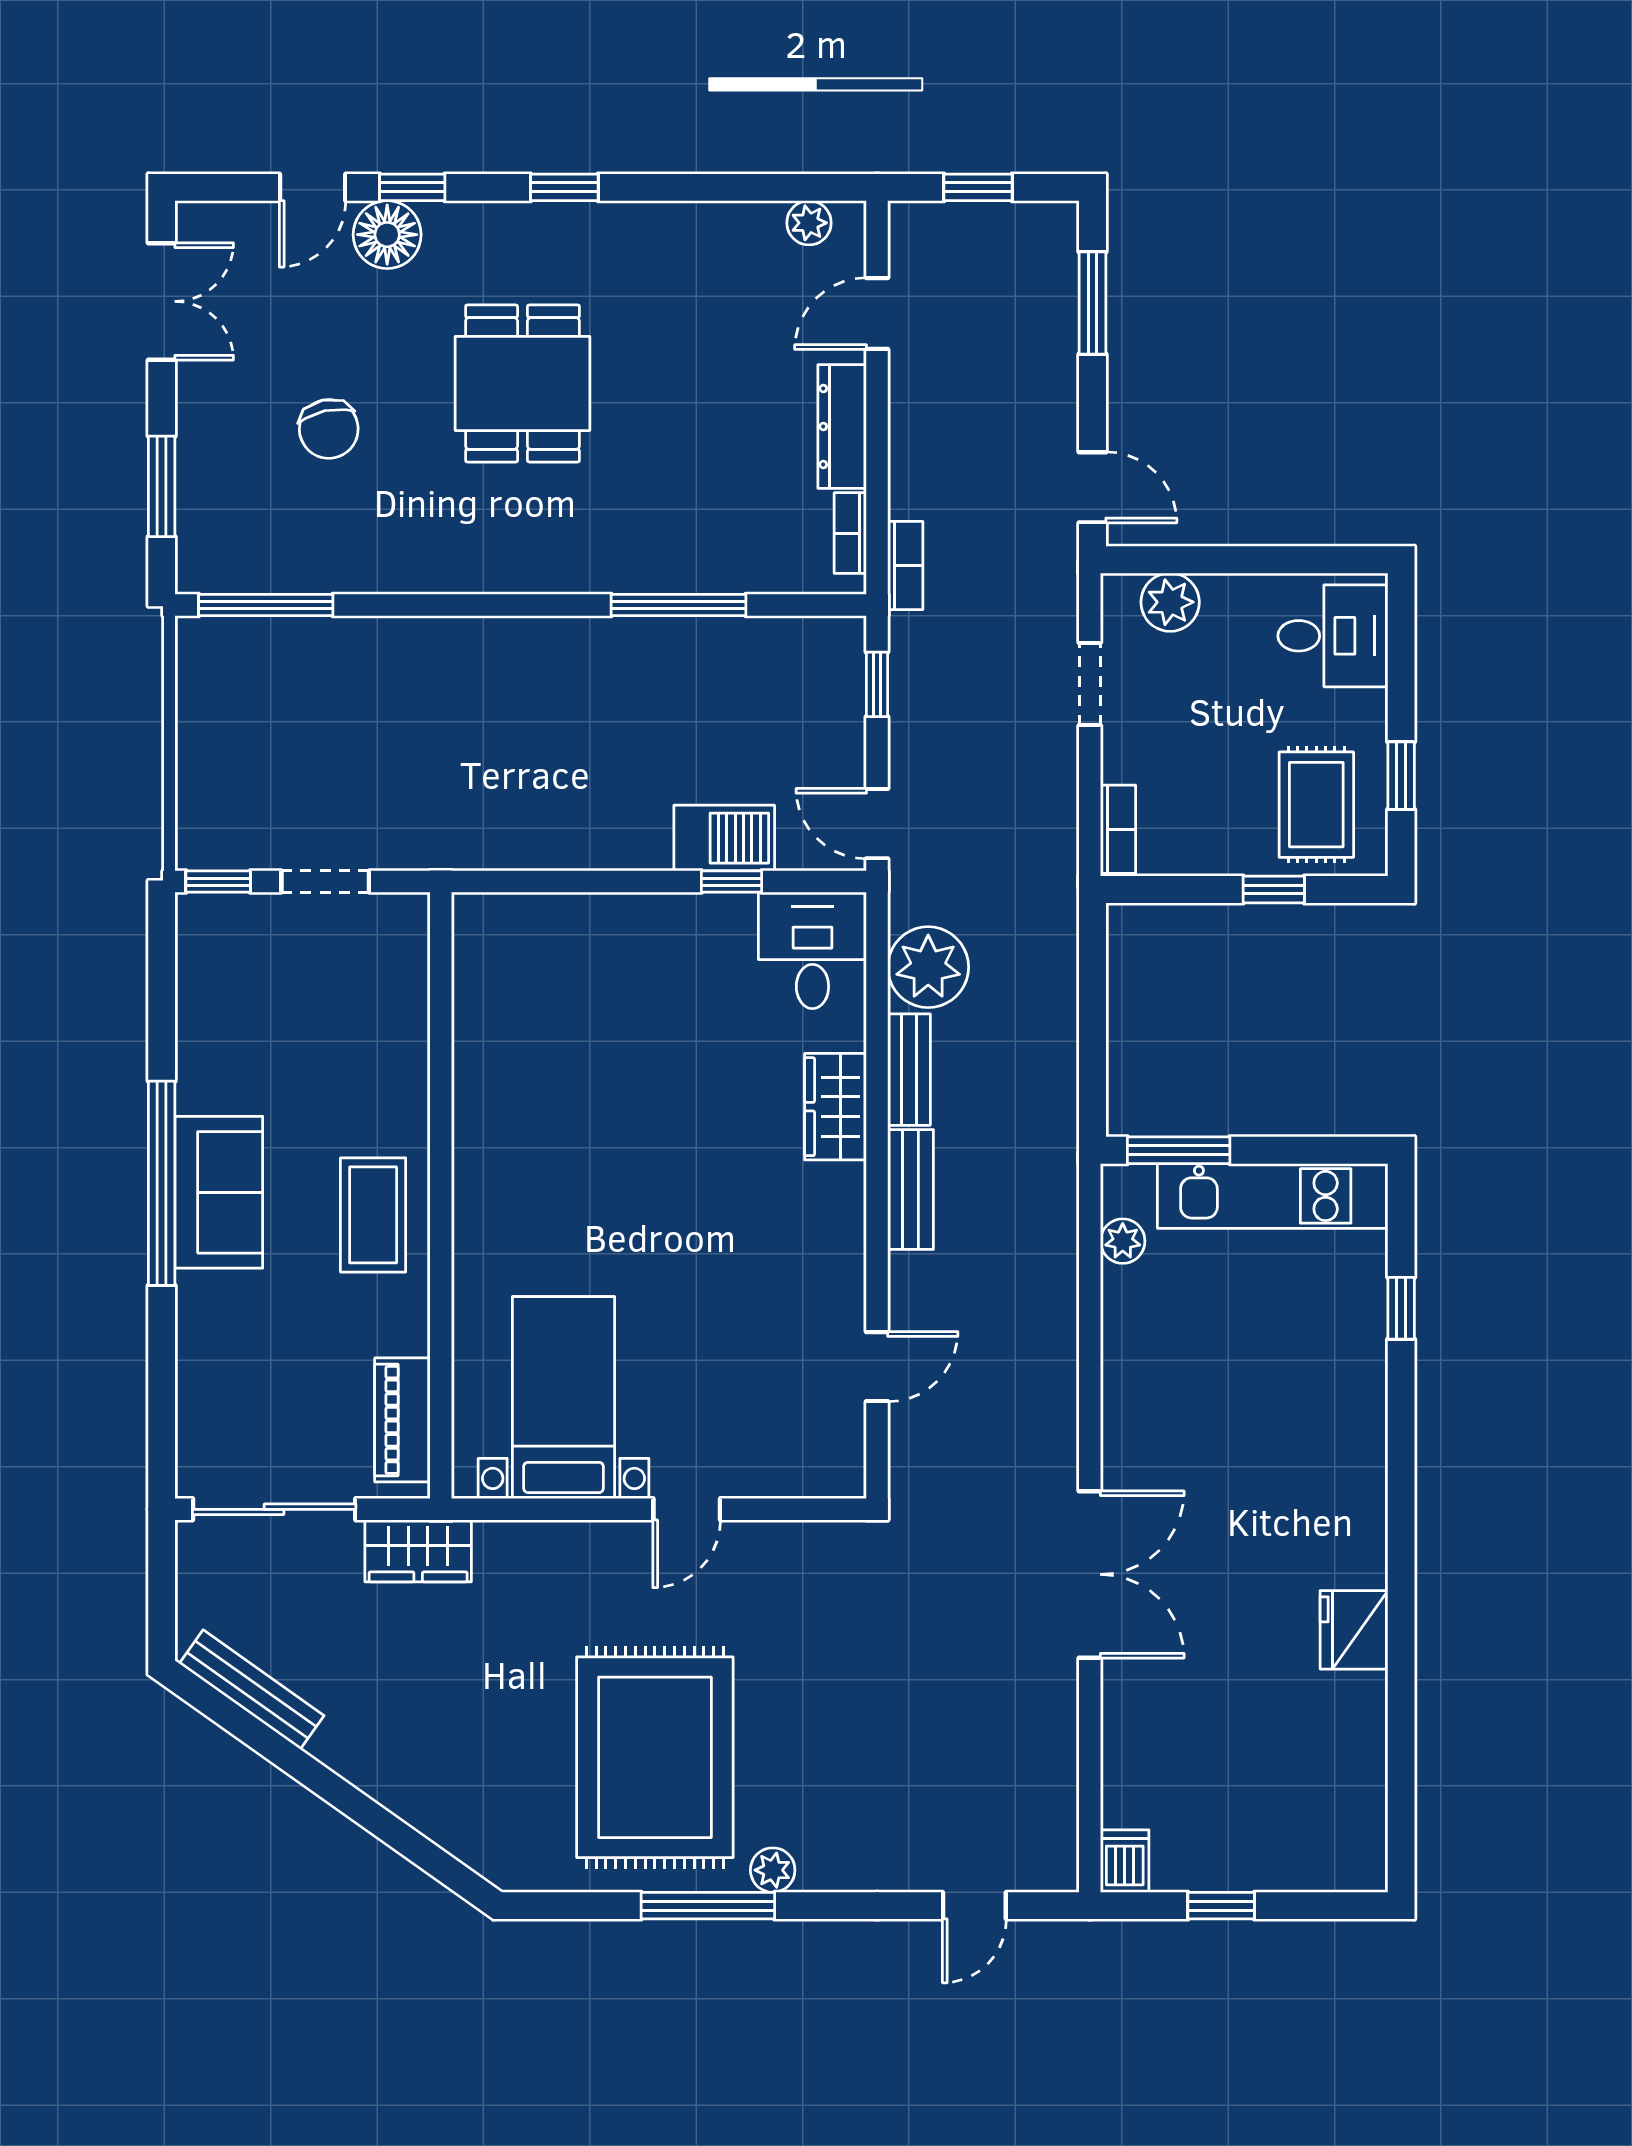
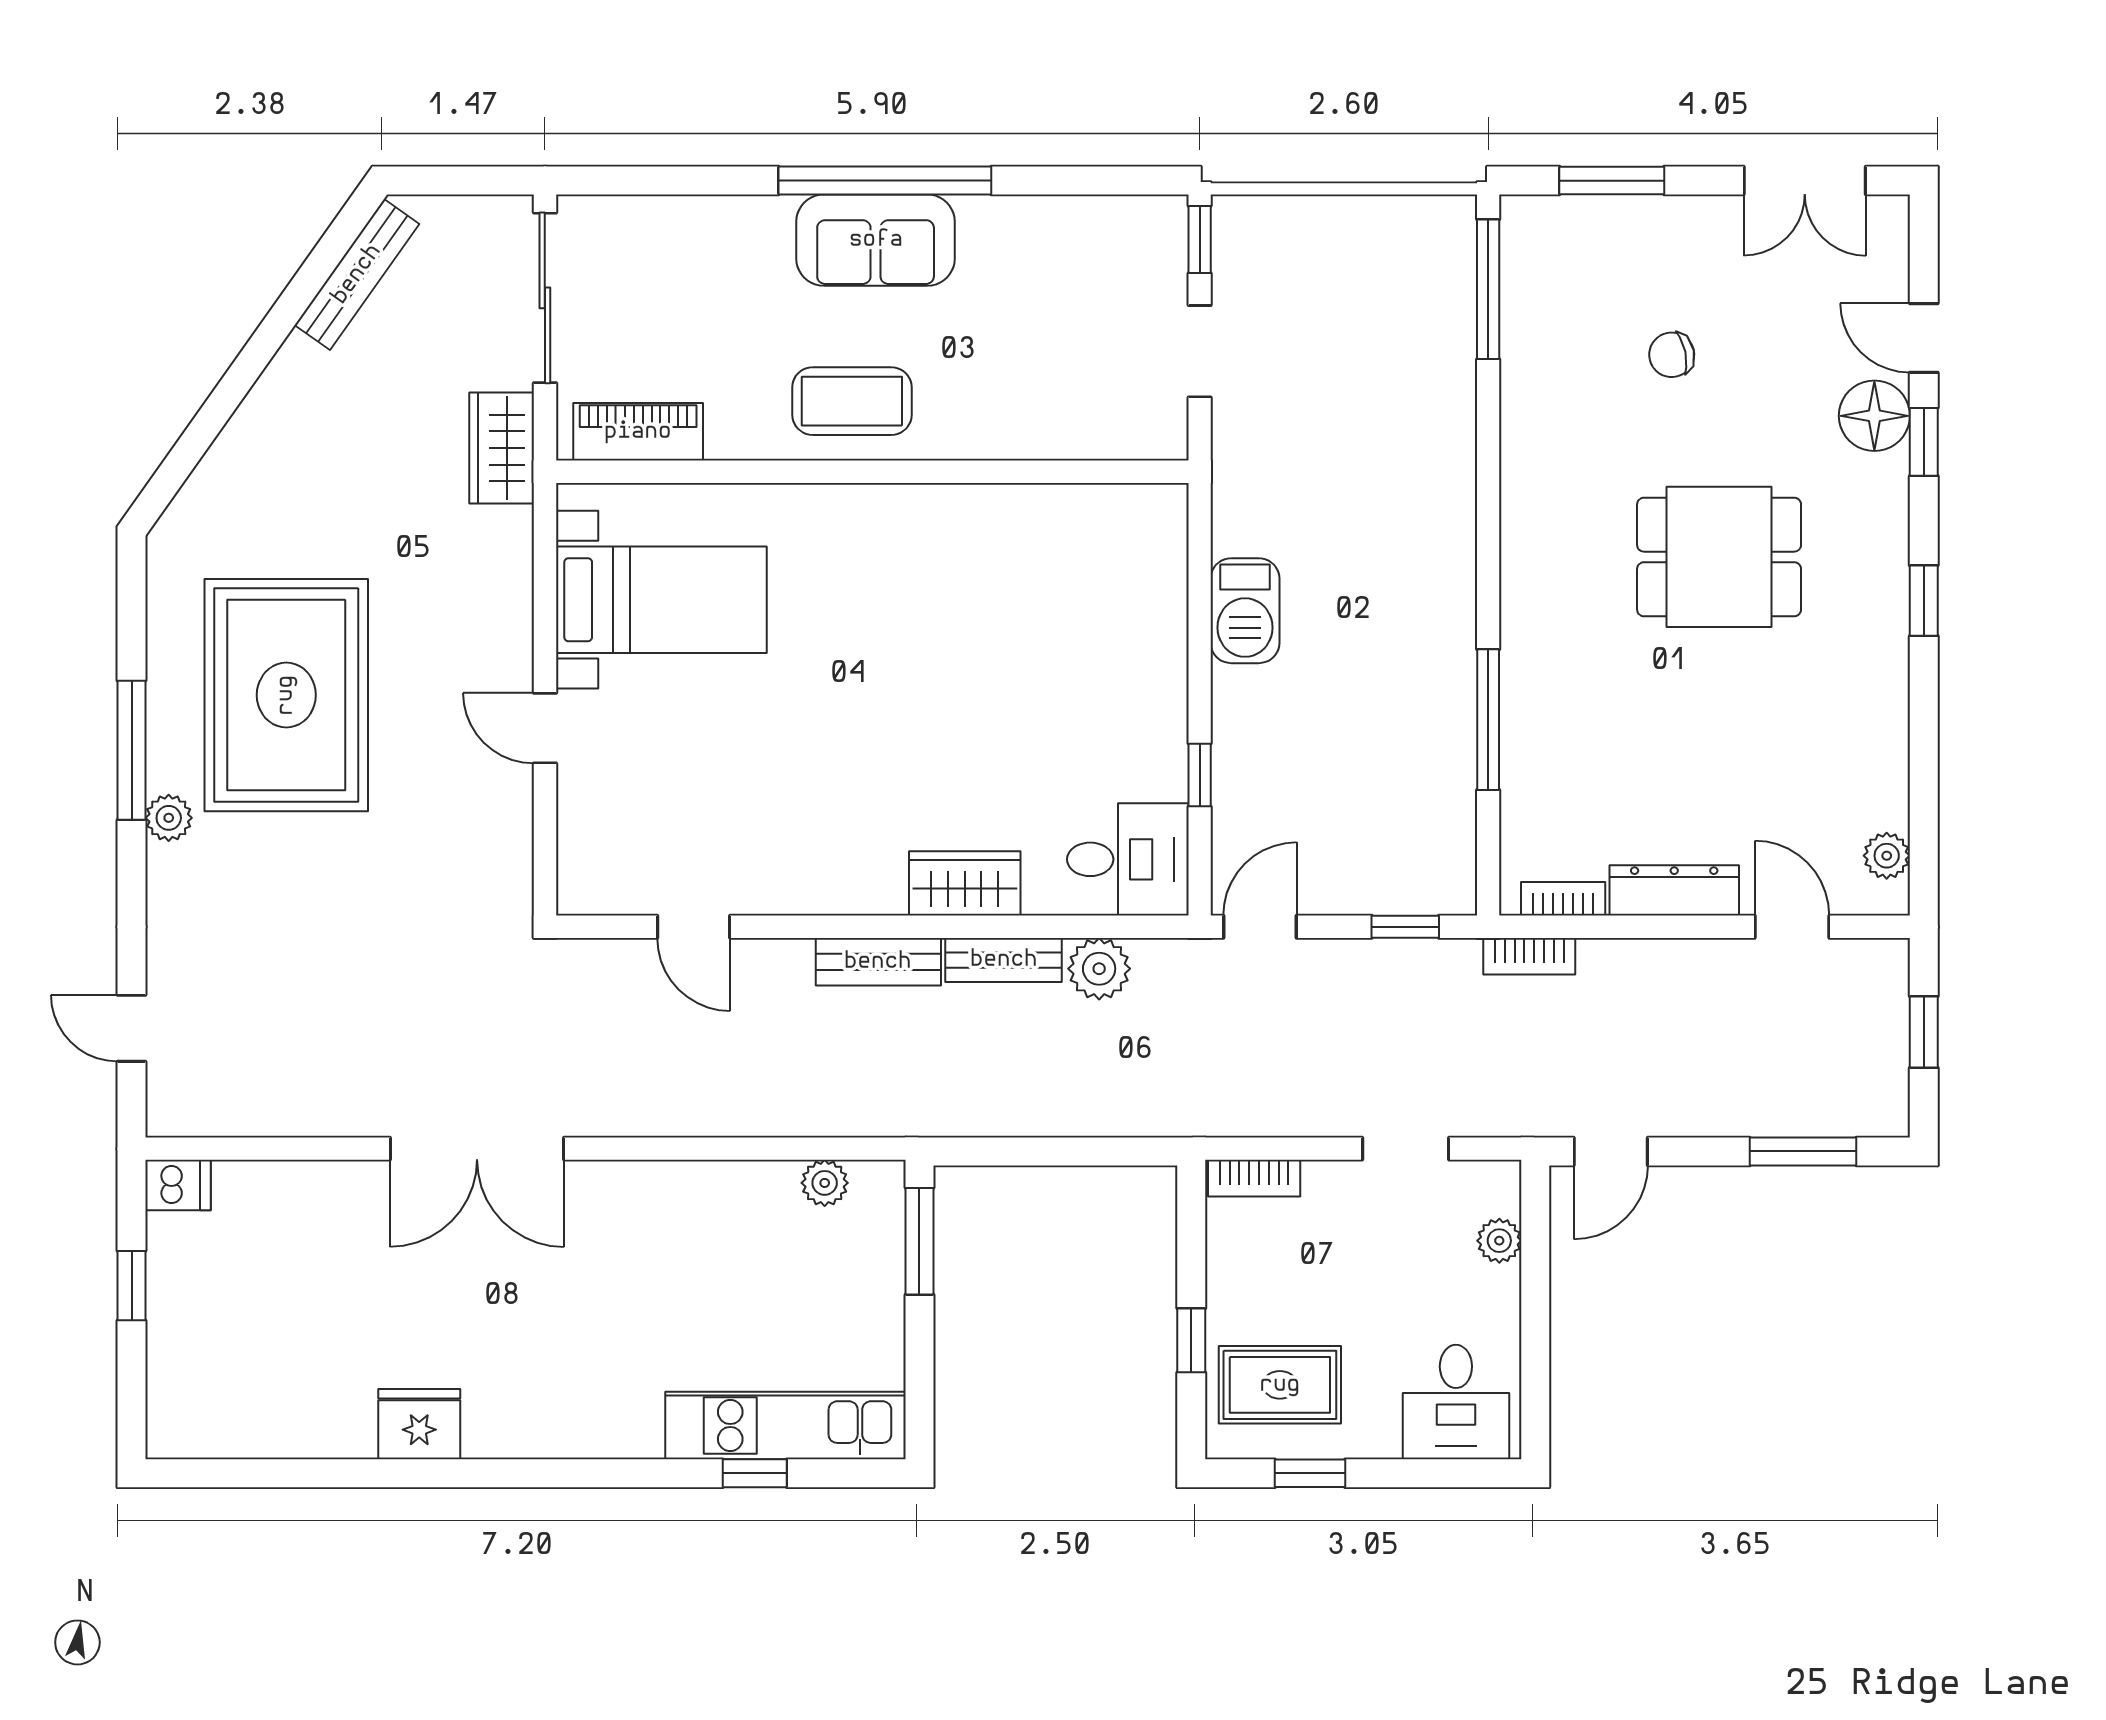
chair: (329, 429) -> (1672, 355), width x0.73, depth x0.73
plant: (1170, 602) -> (1499, 1241), width x0.73, depth x0.73
barbecue: (724, 838) -> (1245, 611), moved
plant: (928, 967) -> (1099, 969), width x0.73, depth x0.73
kitchen unit: (1273, 1196) -> (785, 1425), moved, turned 90
rug: (655, 1757) -> (286, 695), turned 90

